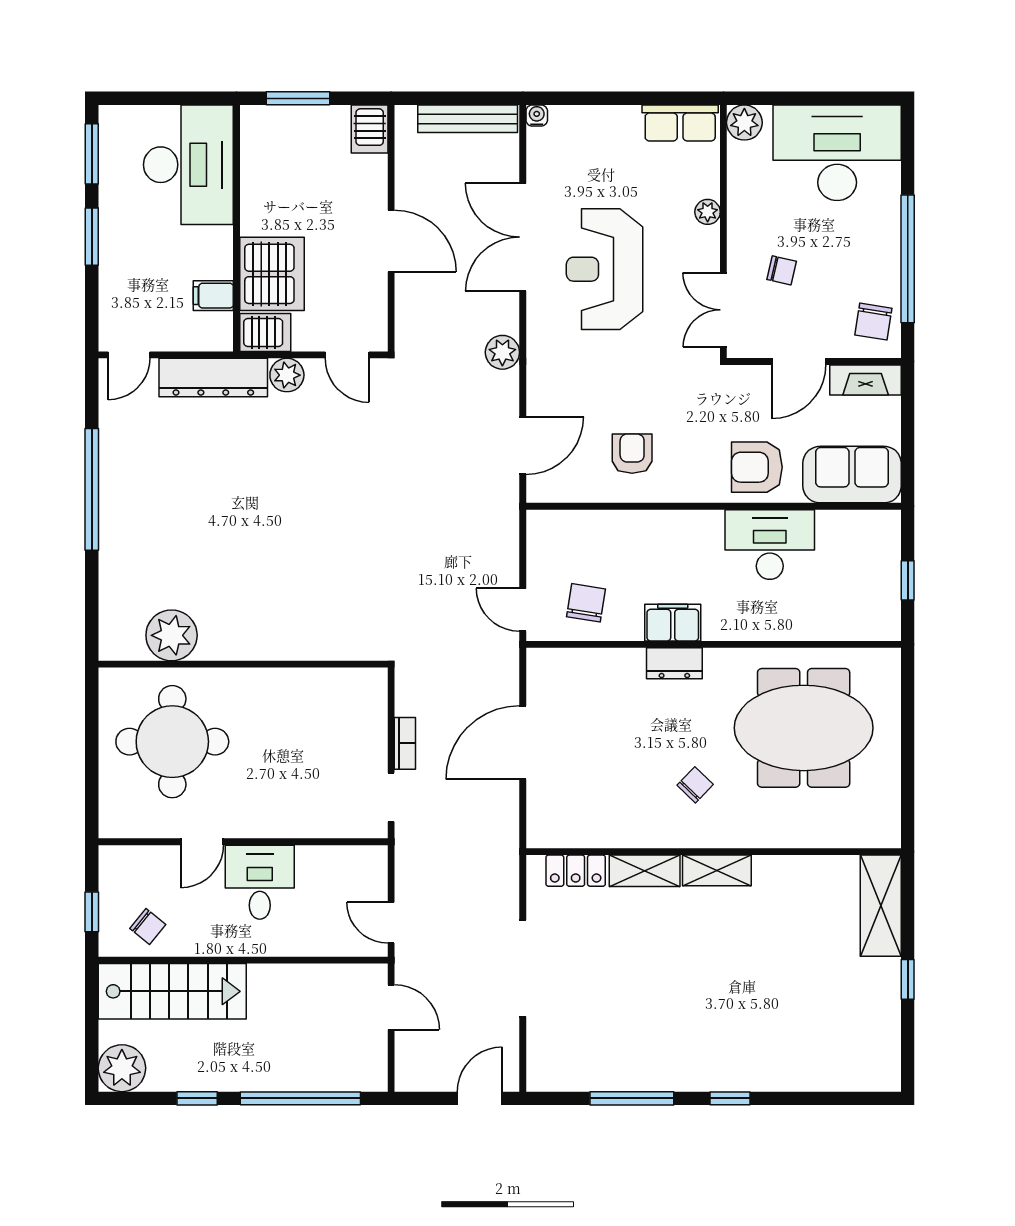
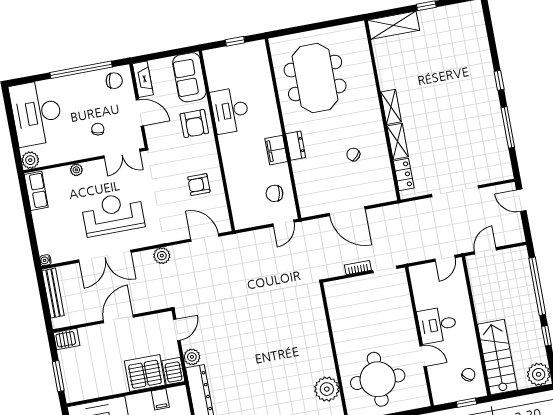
reception desk: (604, 269) -> (113, 214), turned 180
chair: (695, 785) -> (353, 154), moved

